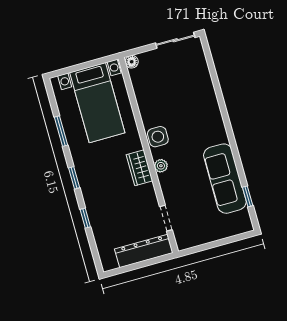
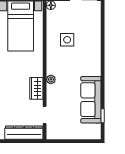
side table: (158, 137) -> (67, 40), moved
wardrobe: (139, 168) -> (36, 88), moved

